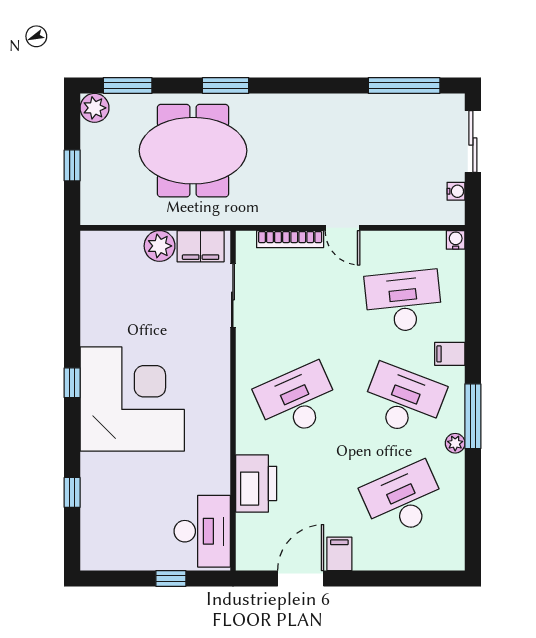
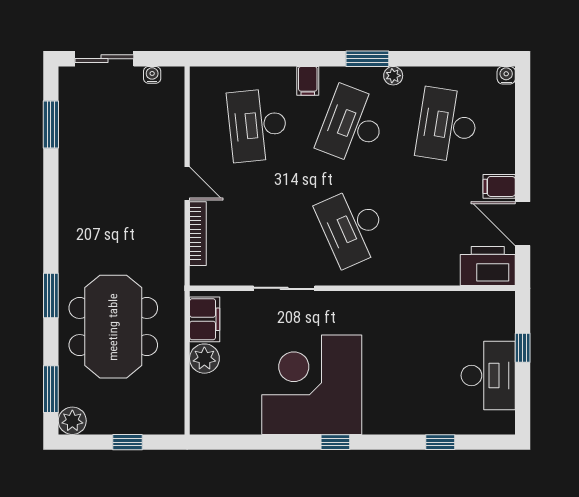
window: (404, 85) -> (51, 125), width x0.69
door: (342, 228) -> (187, 183), hinge flipped
water cooler: (456, 240) -> (506, 75), moved, turned 90
sliding door: (233, 296) -> (284, 288), moved
corner desk: (132, 399) -> (312, 385), moved
window: (473, 416) -> (367, 59), width x0.69
printer: (256, 483) -> (488, 266), moved
desk: (403, 500) -> (447, 125), turned 33
desk: (202, 531) -> (488, 375), moved, turned 90

